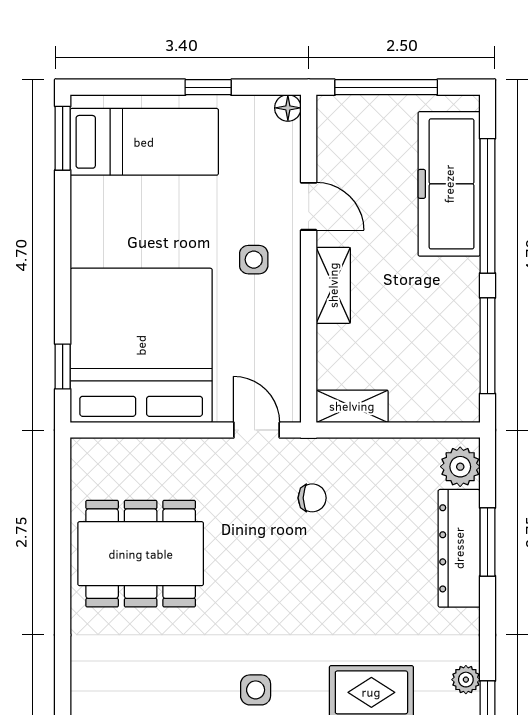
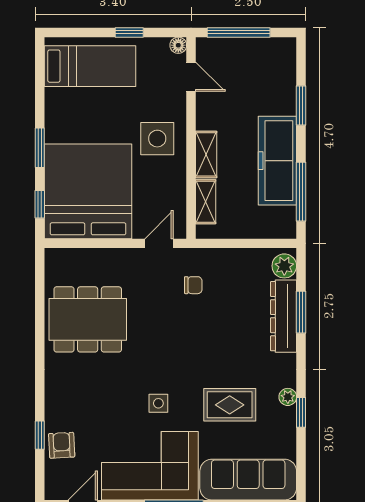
window: (63, 138) -> (40, 148), moved
freezer: (449, 184) -> (277, 161), moved
door: (309, 206) -> (191, 77), moved
window: (488, 206) -> (301, 105), width x0.47
side table: (254, 260) -> (157, 139), width x1.87, depth x1.87
shelving: (352, 406) -> (206, 202), moved, turned 90
door: (257, 430) -> (159, 243), hinge flipped

